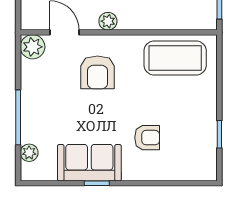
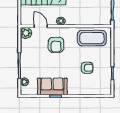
armchair: (147, 138) -> (87, 68), moved

